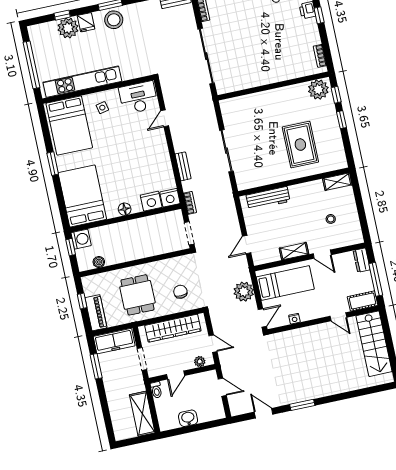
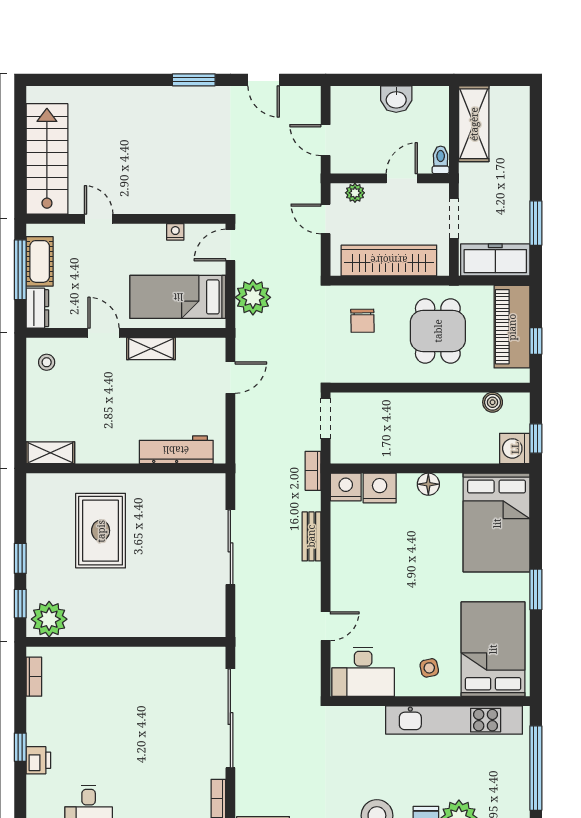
stool: (331, 219) -> (47, 362), moved
cot: (363, 301) -> (40, 261), moved, turned 90
piano: (96, 313) -> (512, 327), width x1.37, depth x1.33

